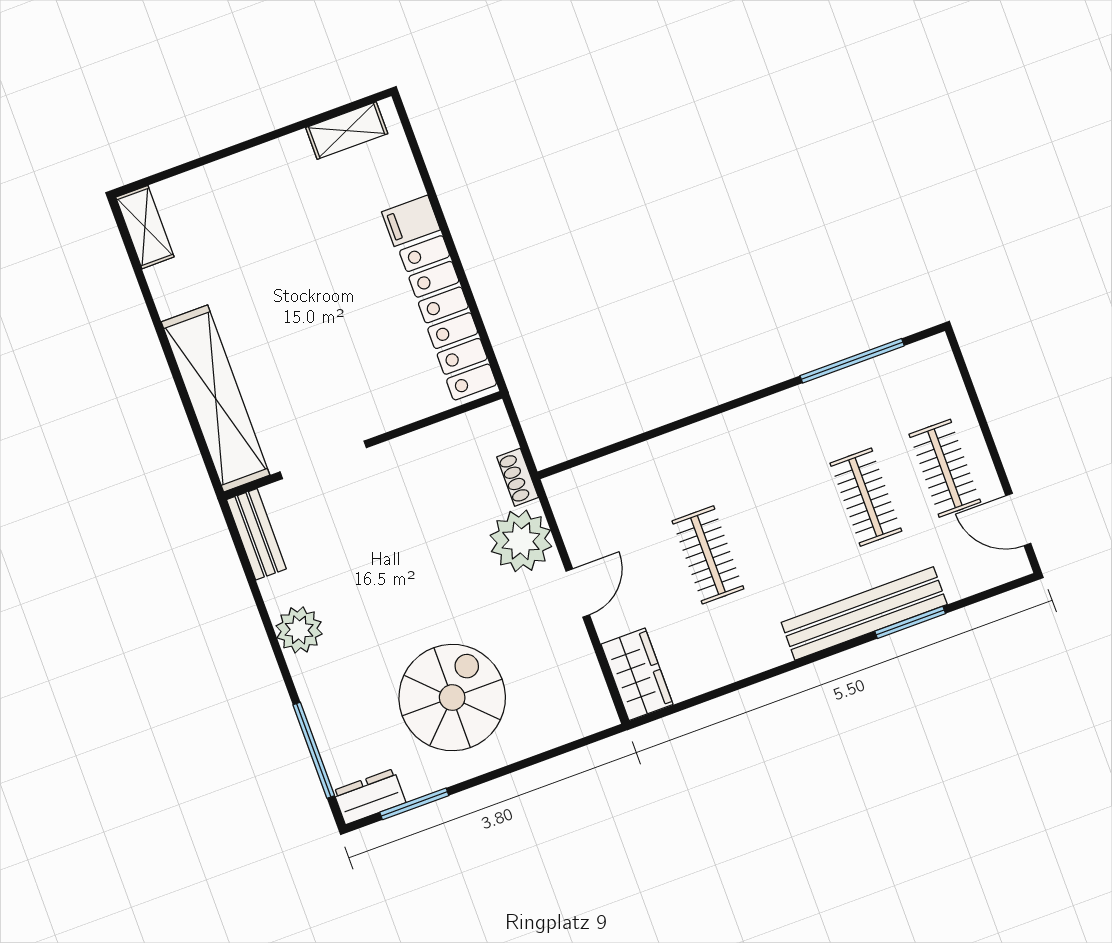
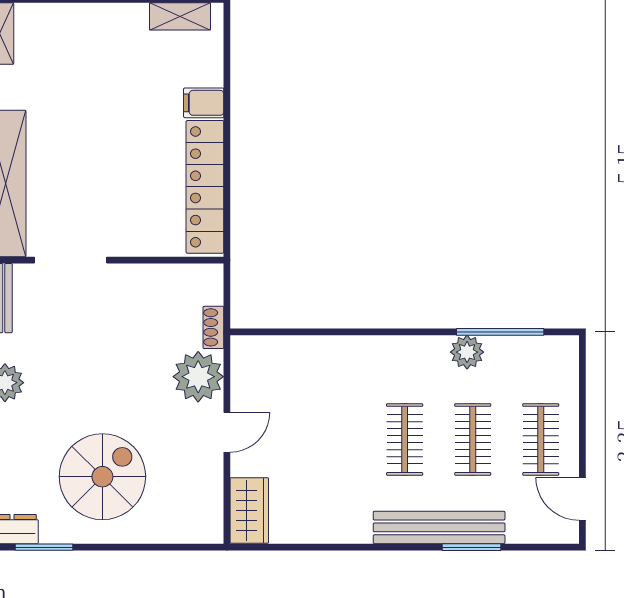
plant: (822, 398) -> (467, 352), added
clothes rail: (708, 555) -> (405, 439), moved

